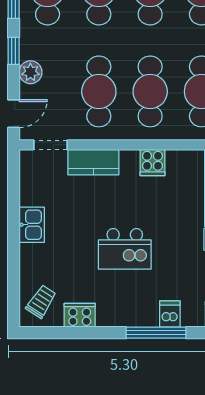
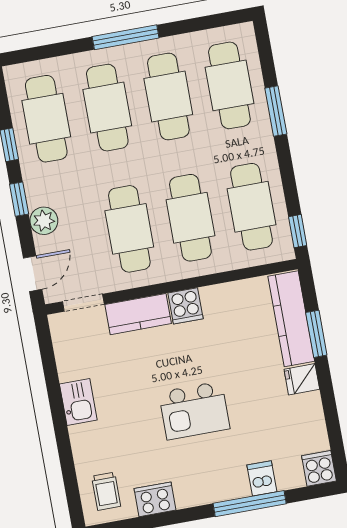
cooker: (152, 162) -> (185, 306), moved
trolley: (41, 301) -> (106, 491), turned 147

